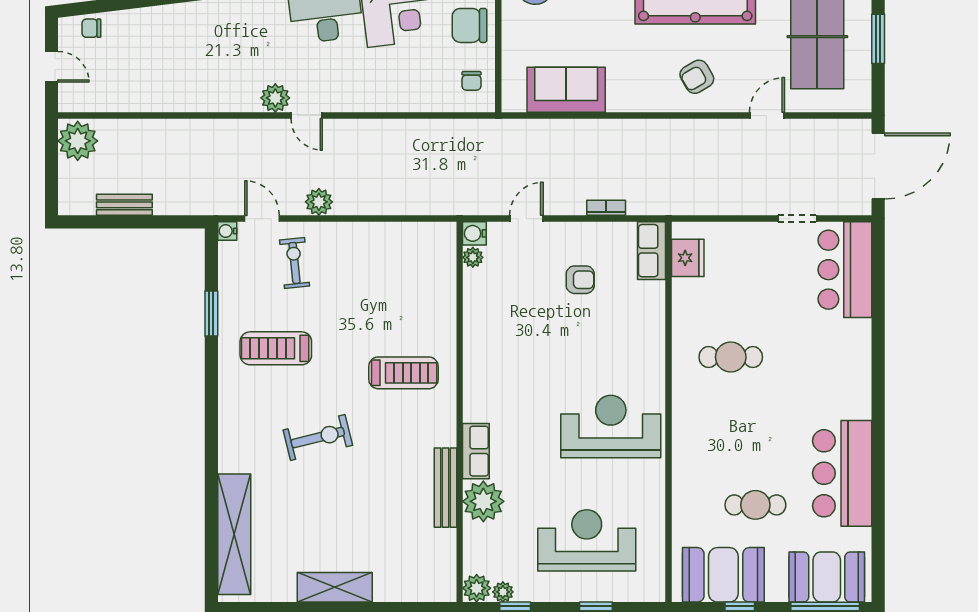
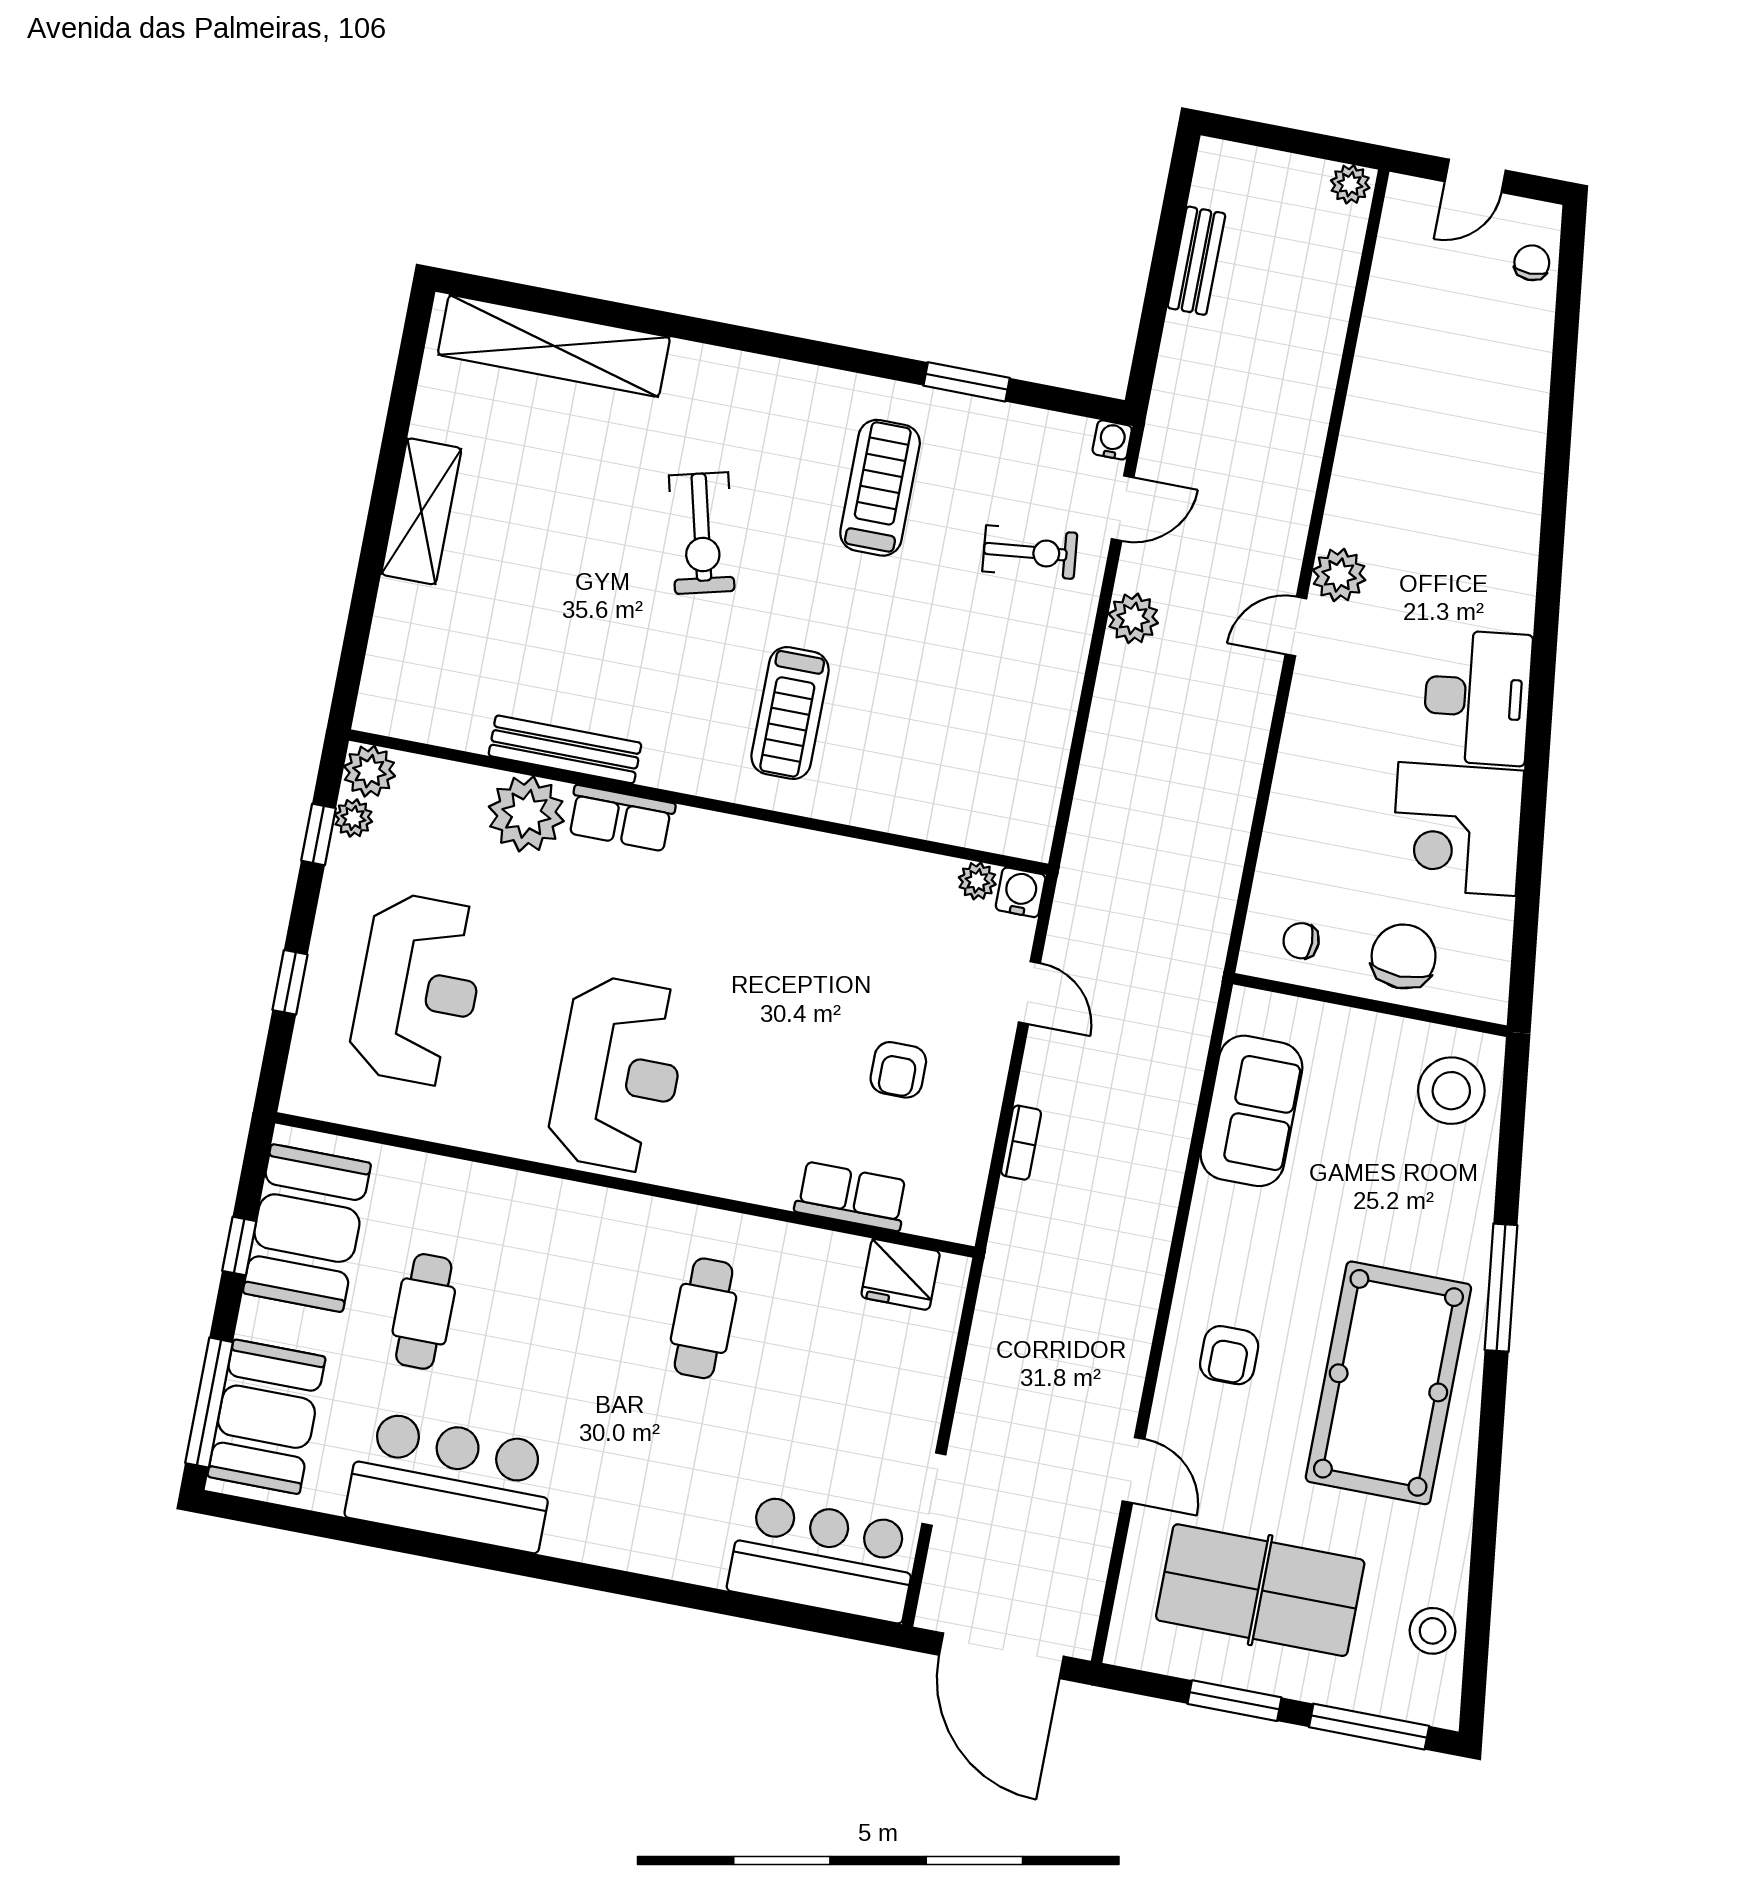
armchair: (697, 77) -> (1229, 1355), turned -150
plant: (78, 141) -> (1350, 184), width x0.53, depth x0.53
row of seats: (651, 251) -> (851, 1196), moved

